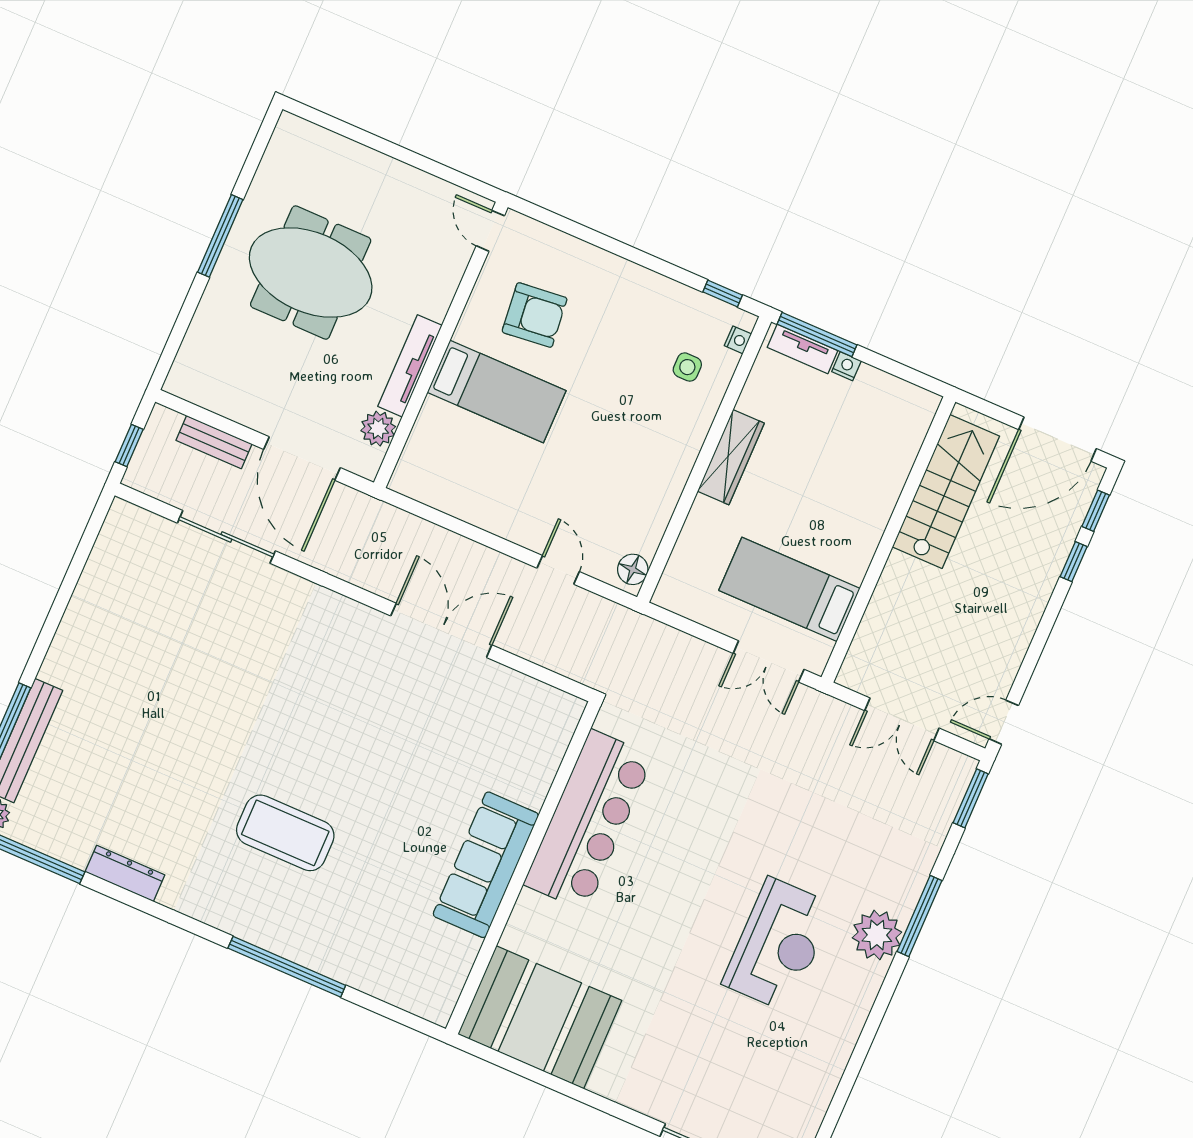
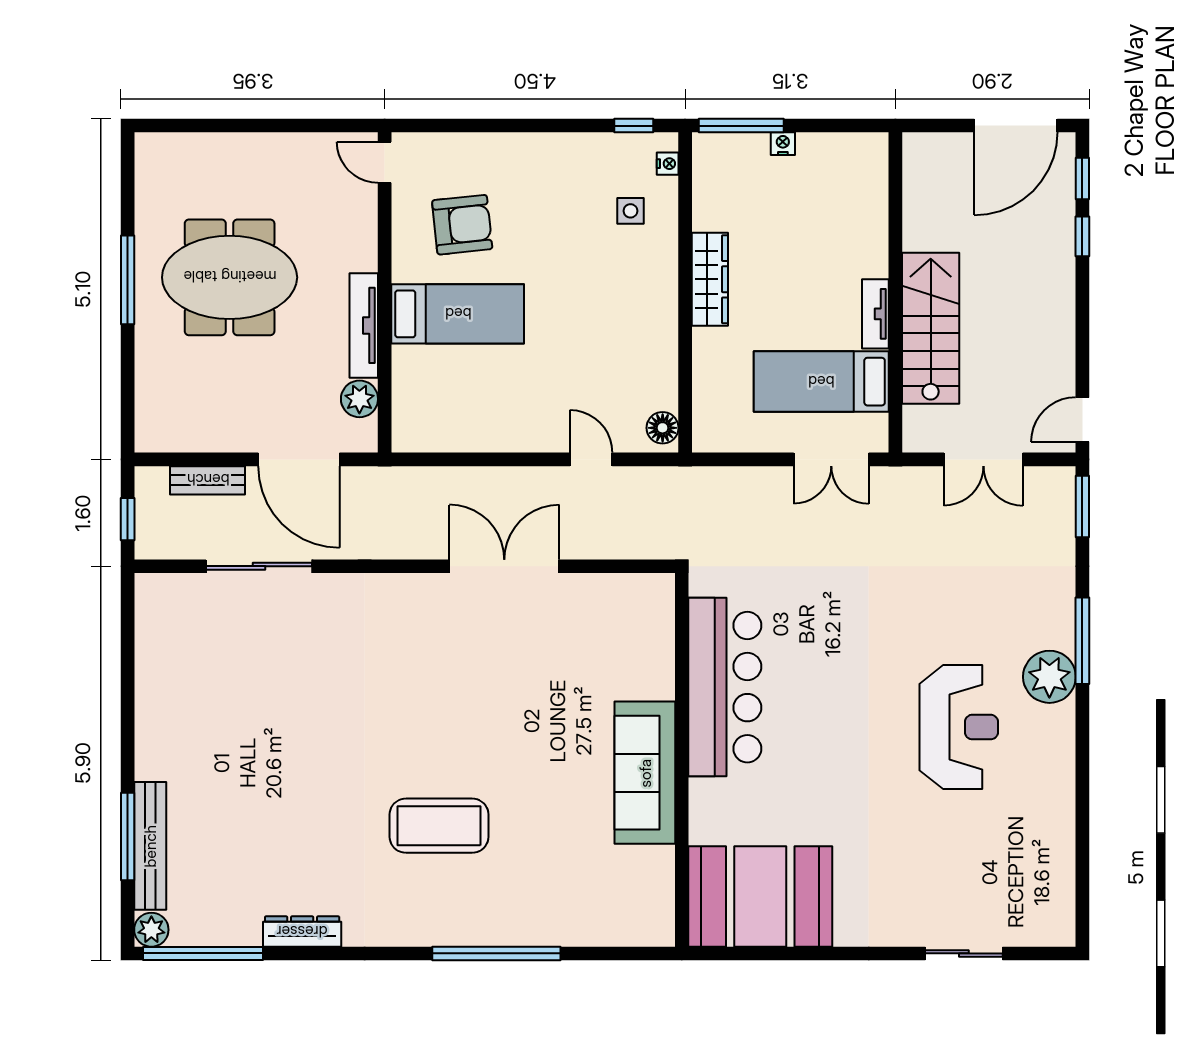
tv unit: (802, 349) -> (875, 314), moved, turned 90
stairs: (946, 491) -> (931, 328), moved

